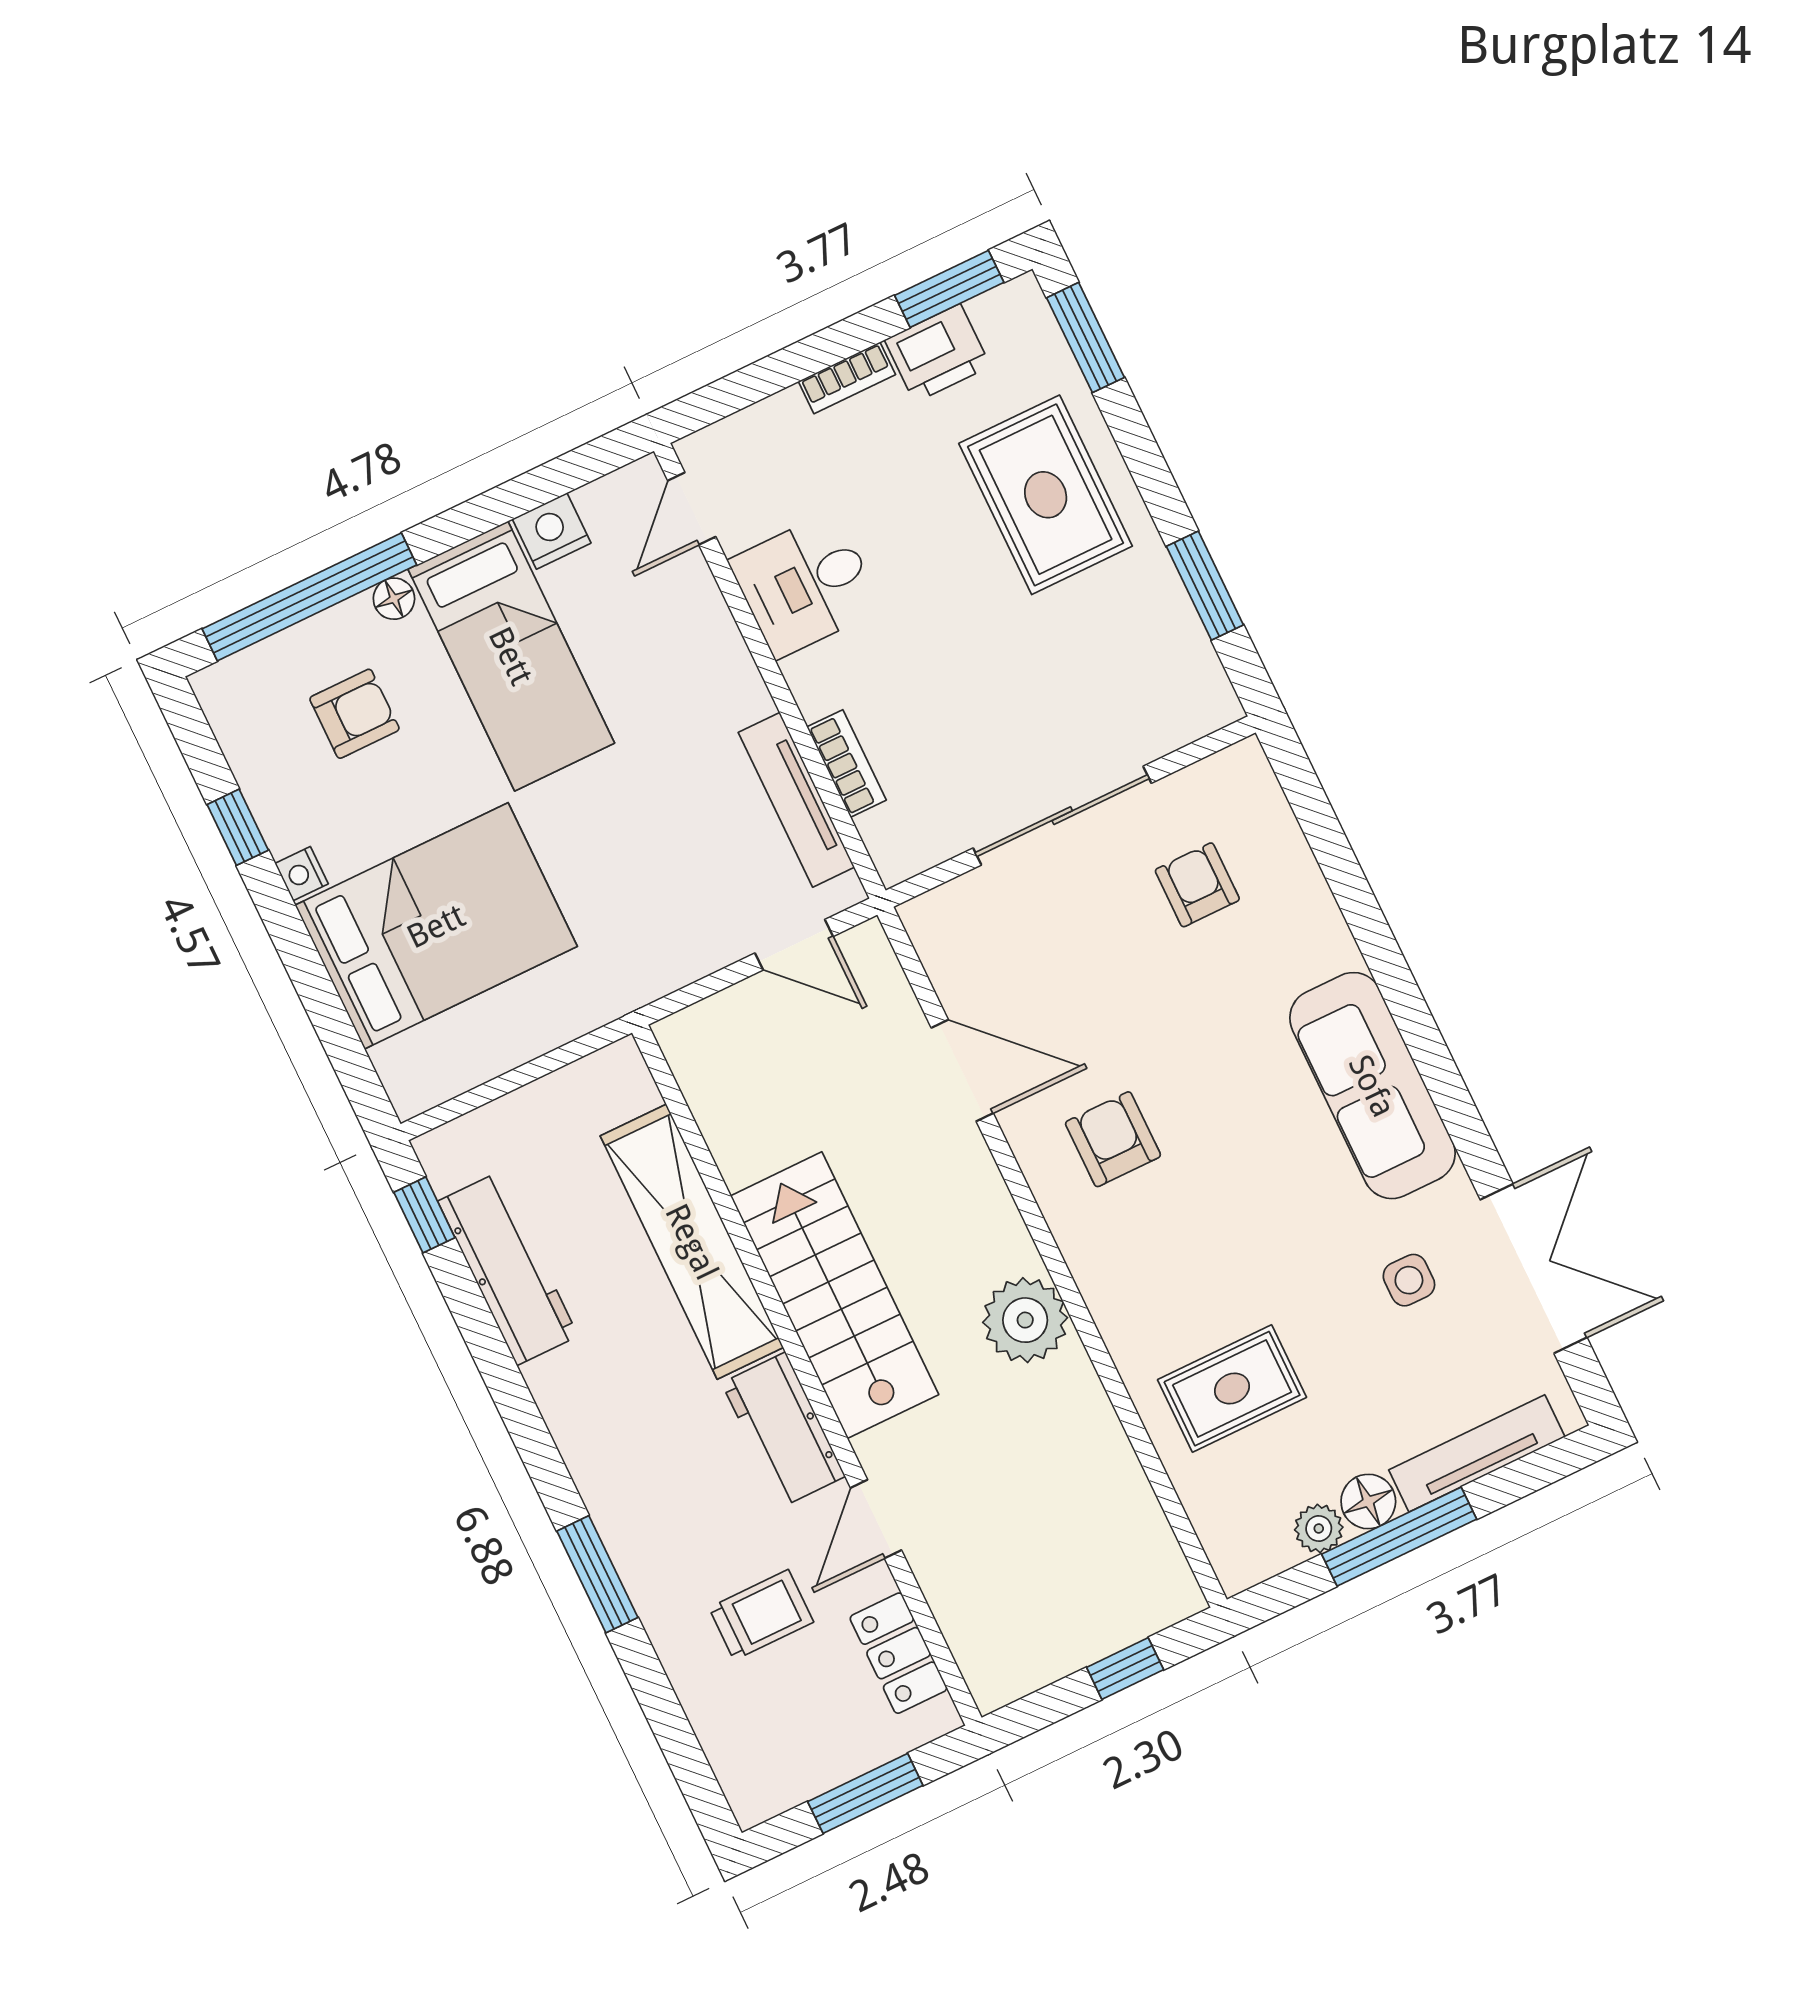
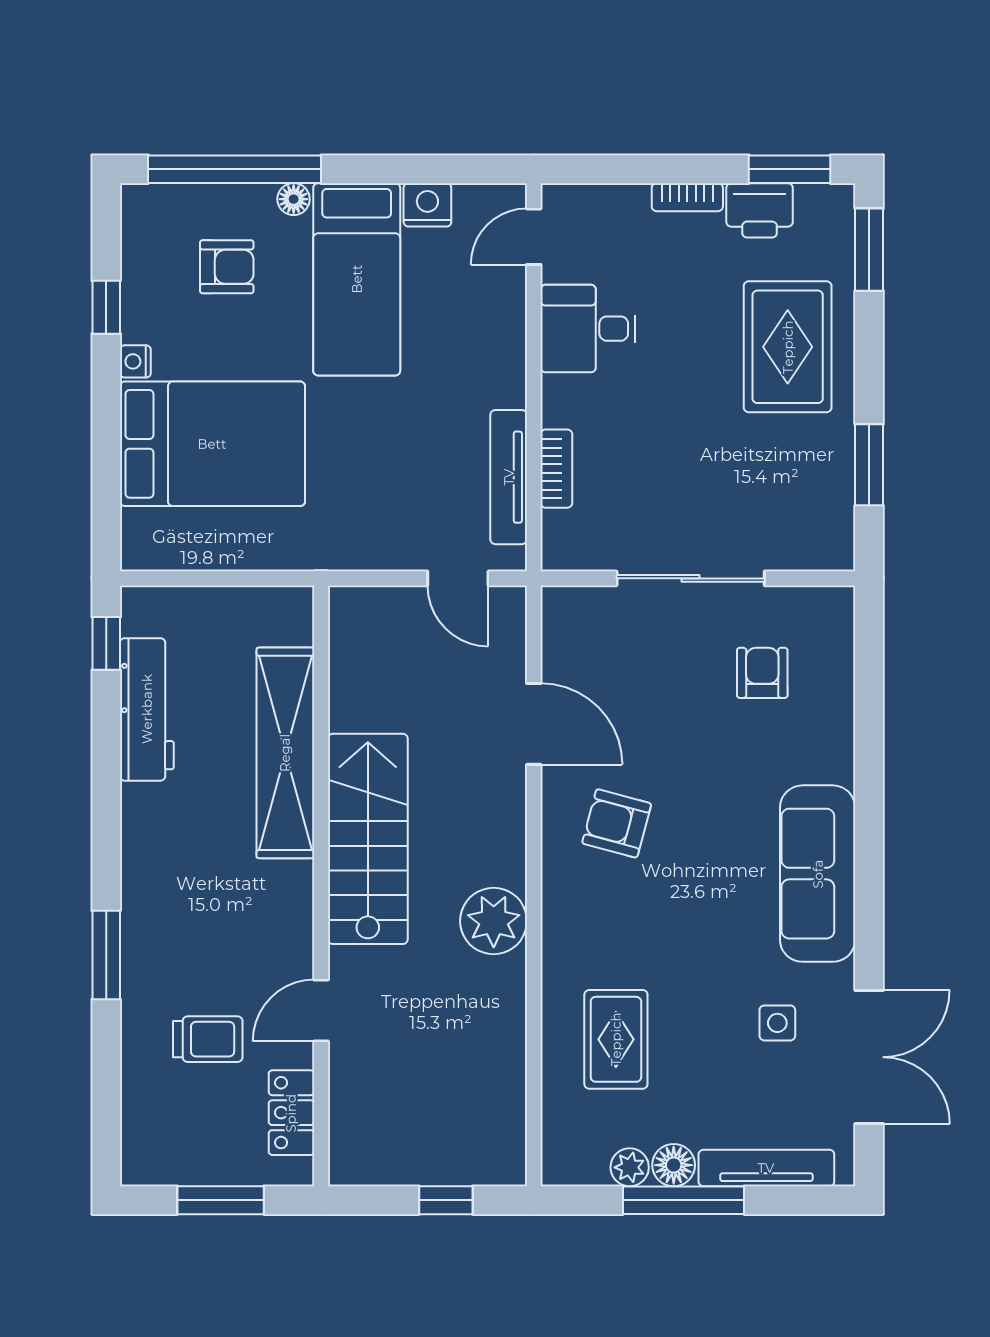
armchair: (1113, 1139) -> (617, 823), turned -75
rug: (1232, 1389) -> (616, 1039), turned 90
workbench: (783, 1430) -> (286, 916), removed

